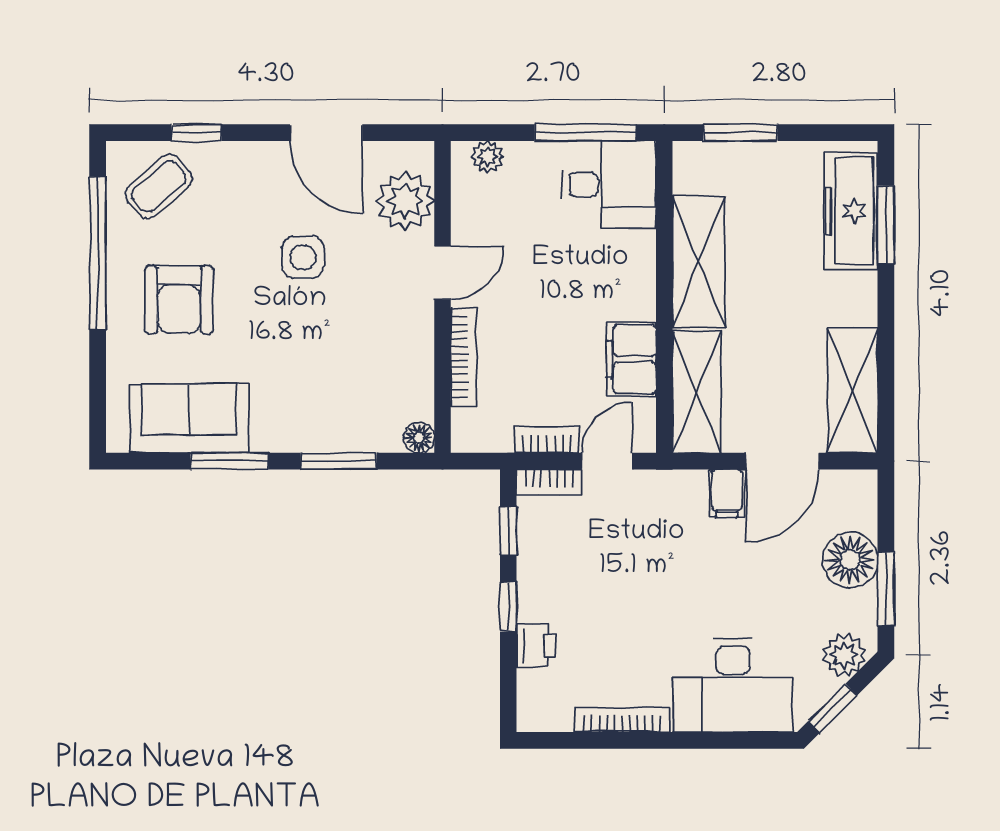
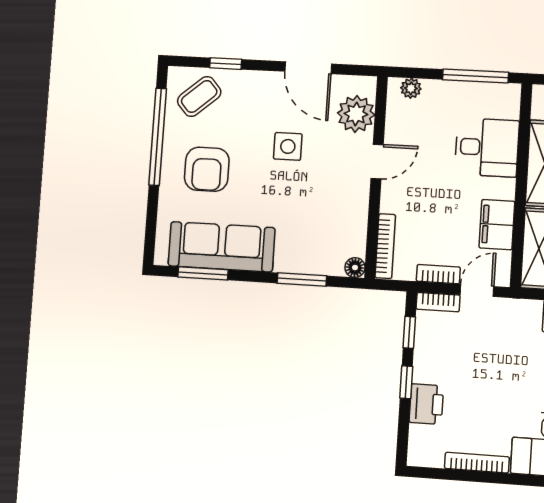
desk: (609, 185) -> (487, 147), moved
bookcase: (463, 357) -> (385, 246), moved
sofa: (189, 418) -> (222, 247), width x1.36
window: (229, 461) -> (203, 273), moved
printer: (536, 645) -> (426, 404), width x1.36, depth x1.24

